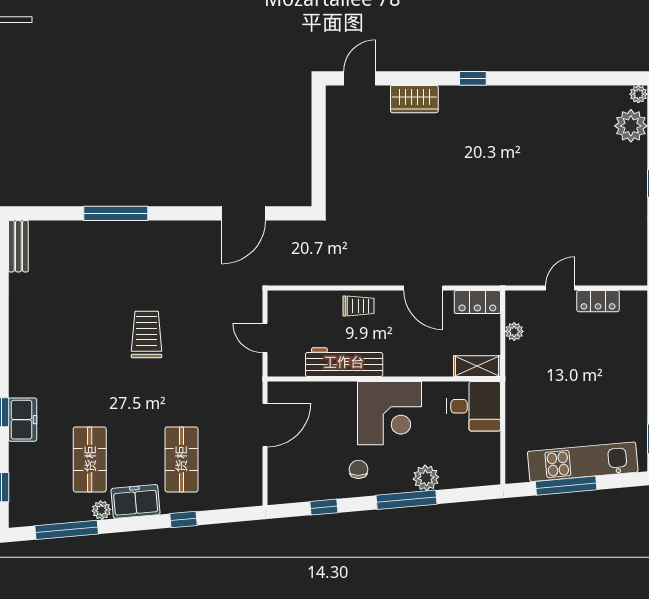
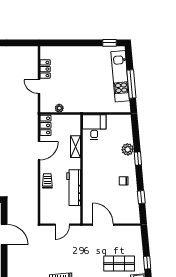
shelving: (477, 366) -> (75, 147), moved
corner desk: (389, 413) -> (97, 166), removed
window: (406, 500) -> (138, 158), width x0.46

